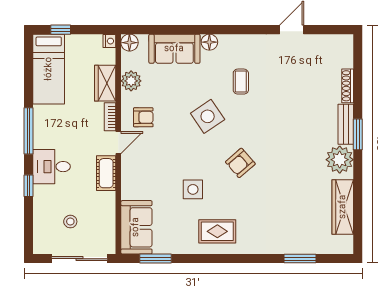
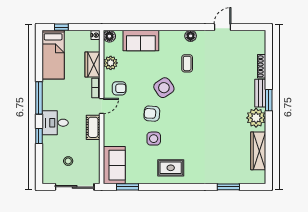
floor lamp: (209, 42) -> (191, 36), moved
armchair: (240, 163) -> (152, 114), moved, turned 45

